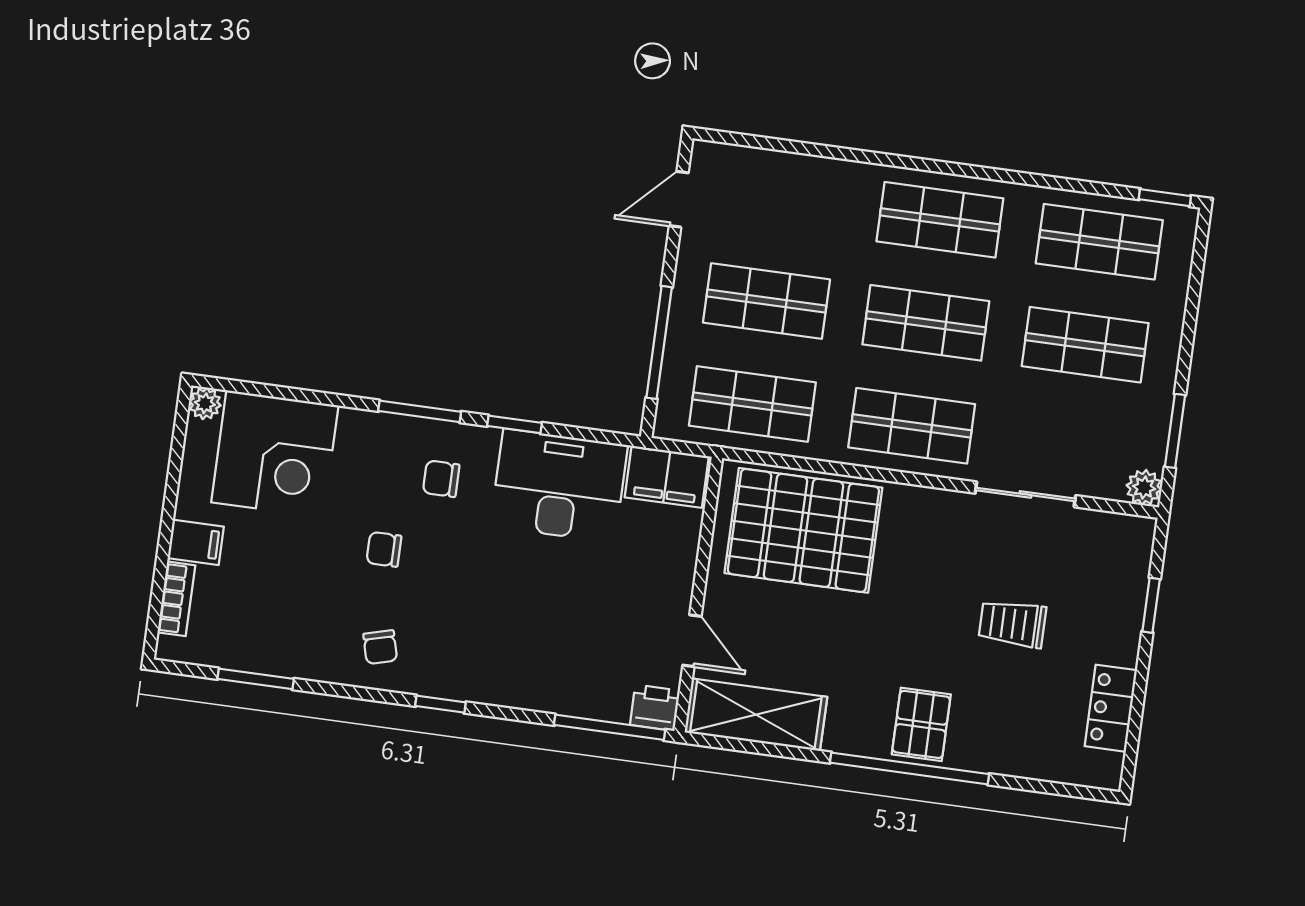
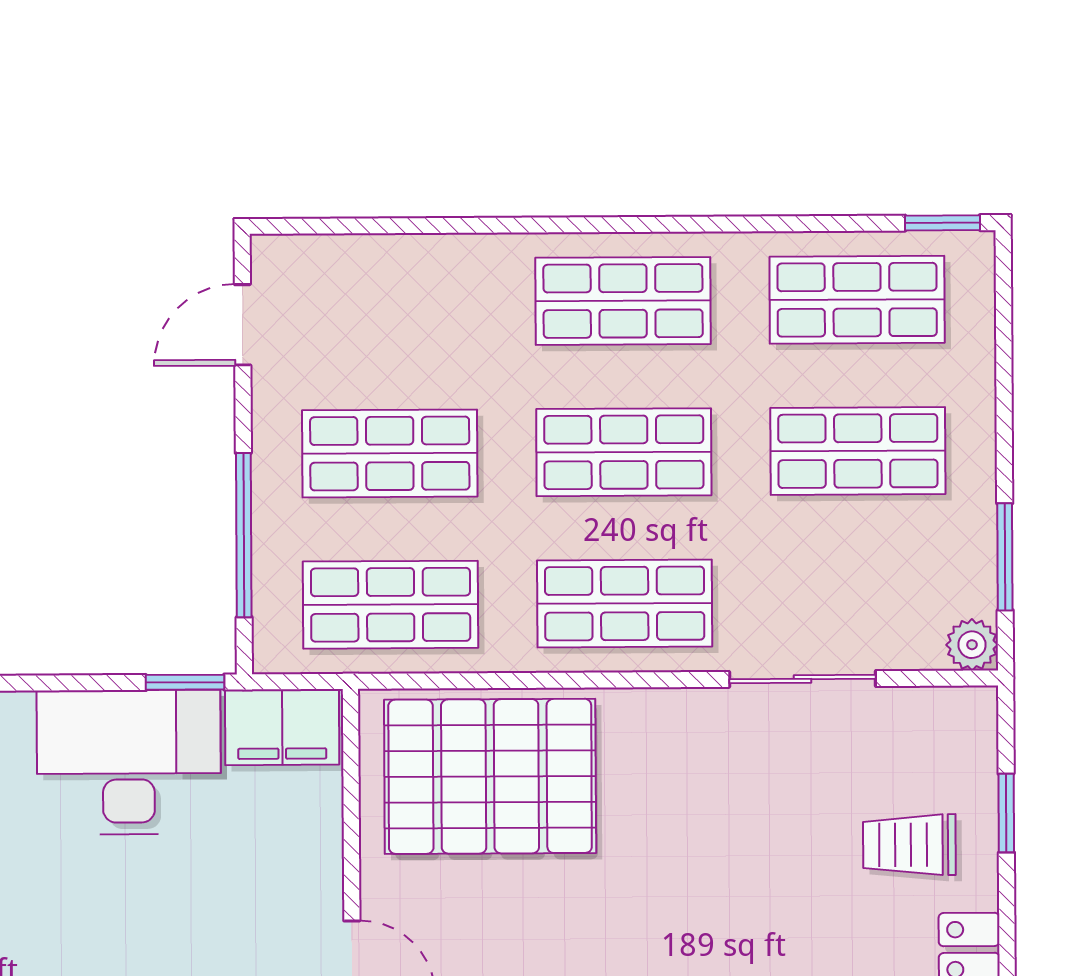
window: (514, 424) -> (185, 682), moved
trolley: (1012, 624) -> (909, 845), moved

